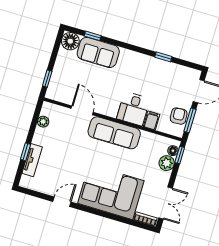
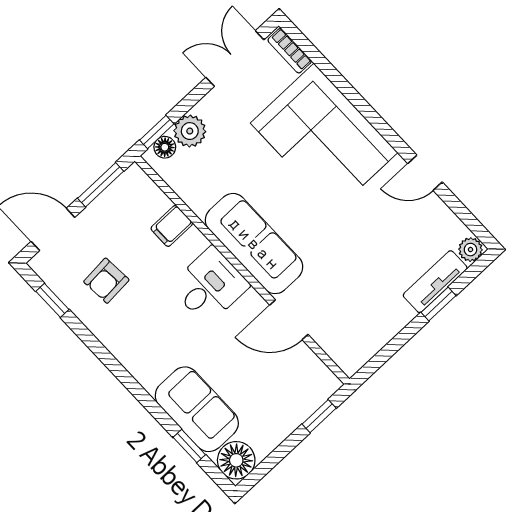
window: (163, 57) -> (52, 300), moved
desk: (133, 109) -> (210, 286), moved
door: (82, 110) -> (289, 320), hinge flipped
armchair: (179, 116) -> (106, 281), moved
plant: (43, 122) -> (470, 250), moved

